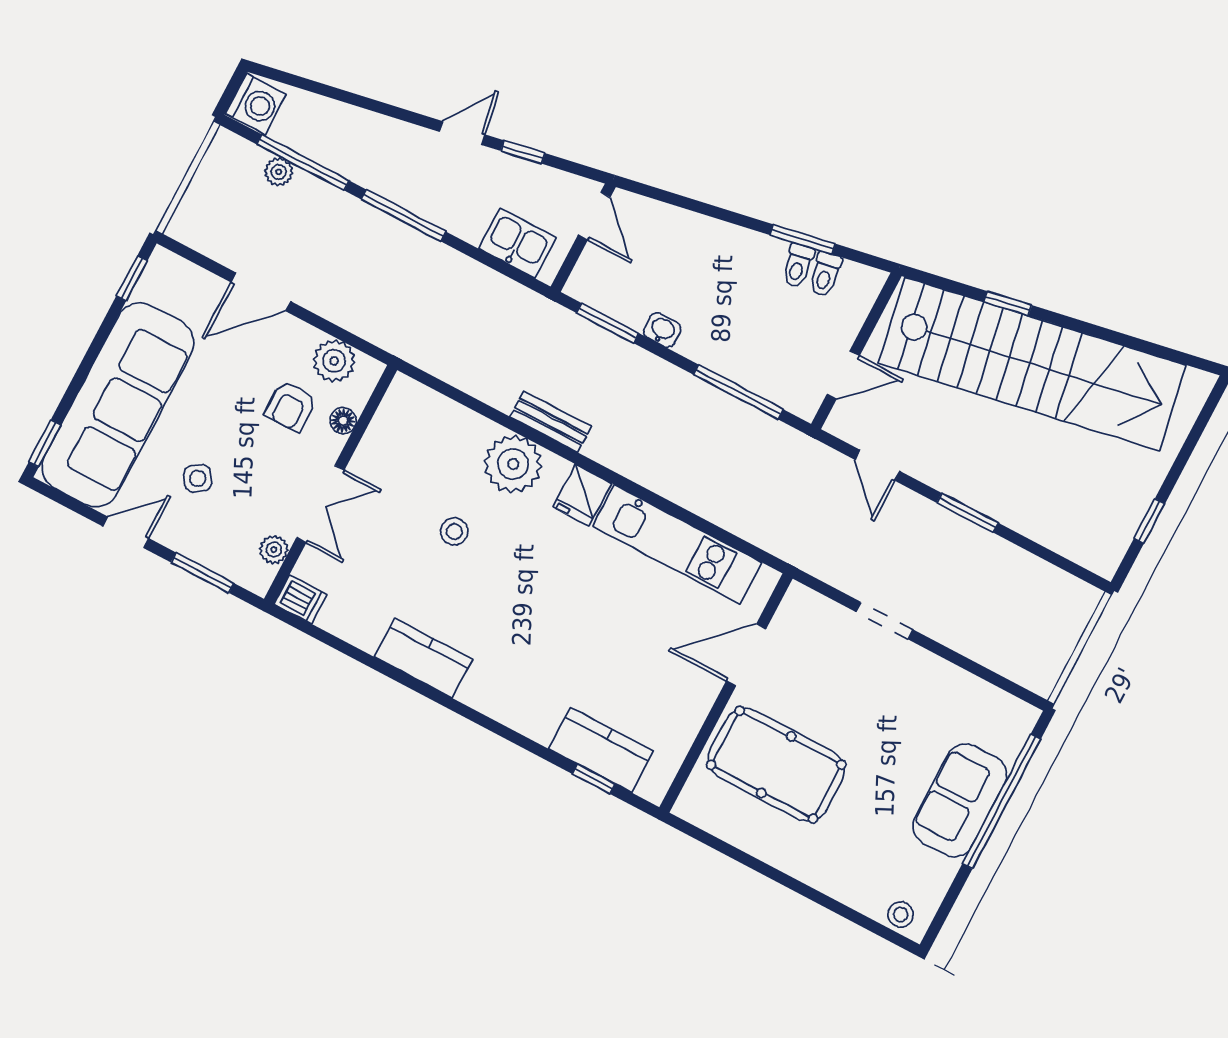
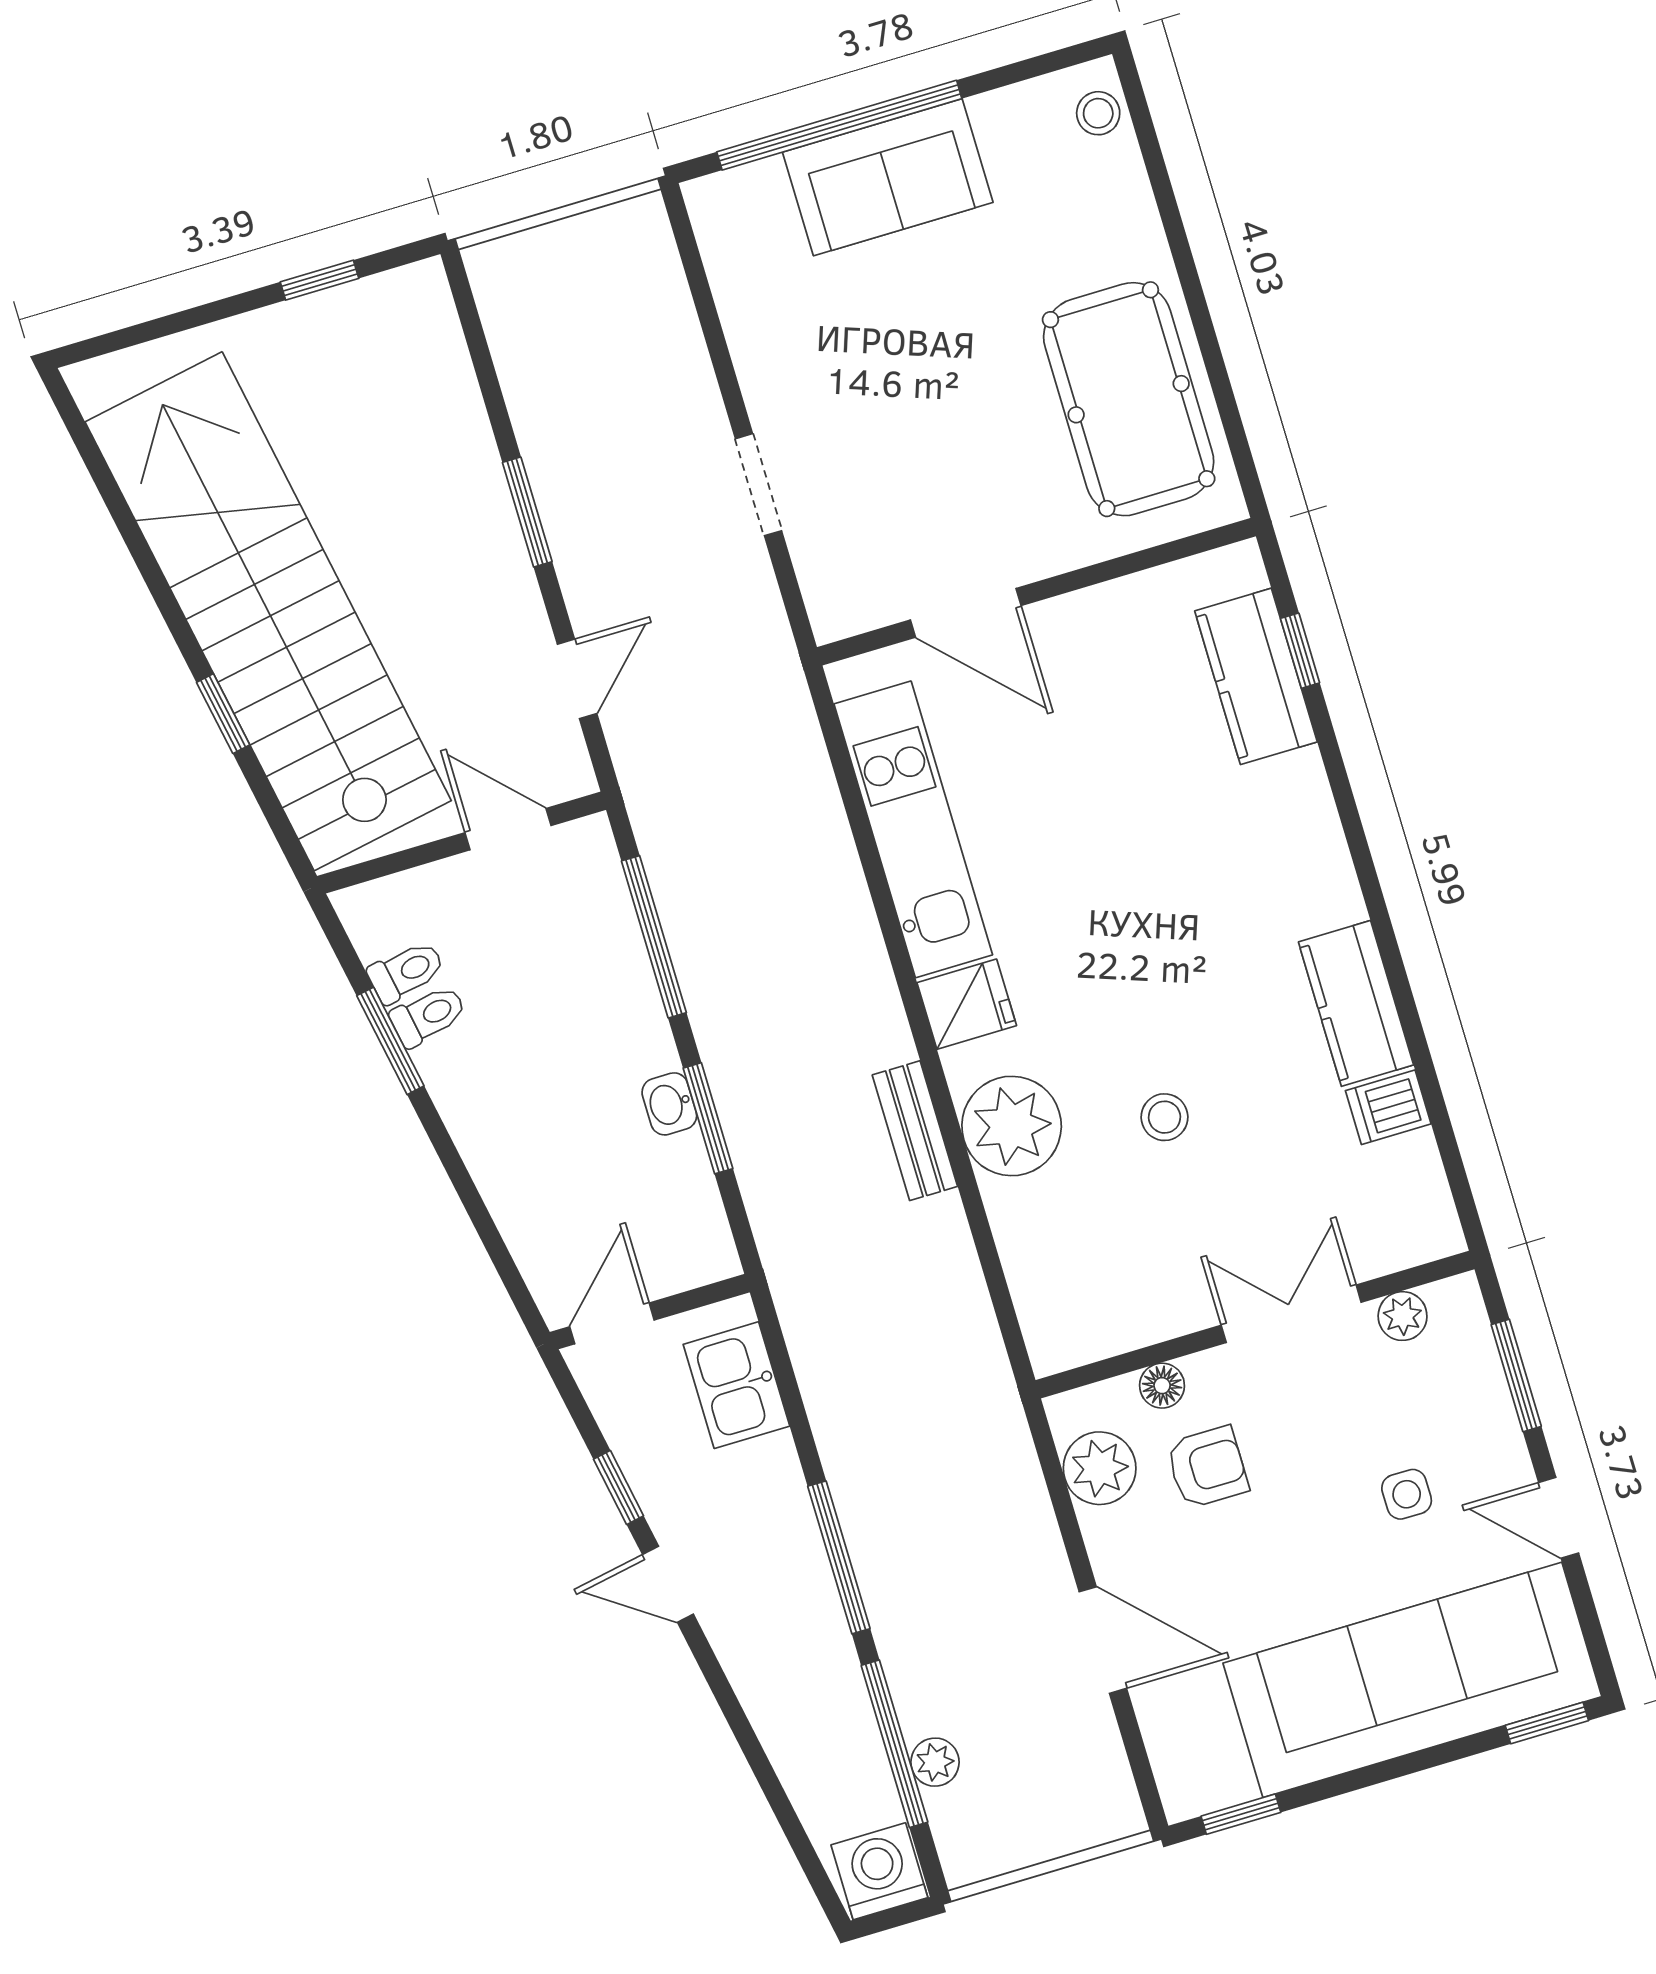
window: (608, 323) -> (708, 1118), moved
side table: (198, 478) -> (1407, 1494), turned 34
dishwasher: (300, 599) -> (1388, 1107), moved, turned -90
pool table: (776, 765) -> (1129, 399), moved

